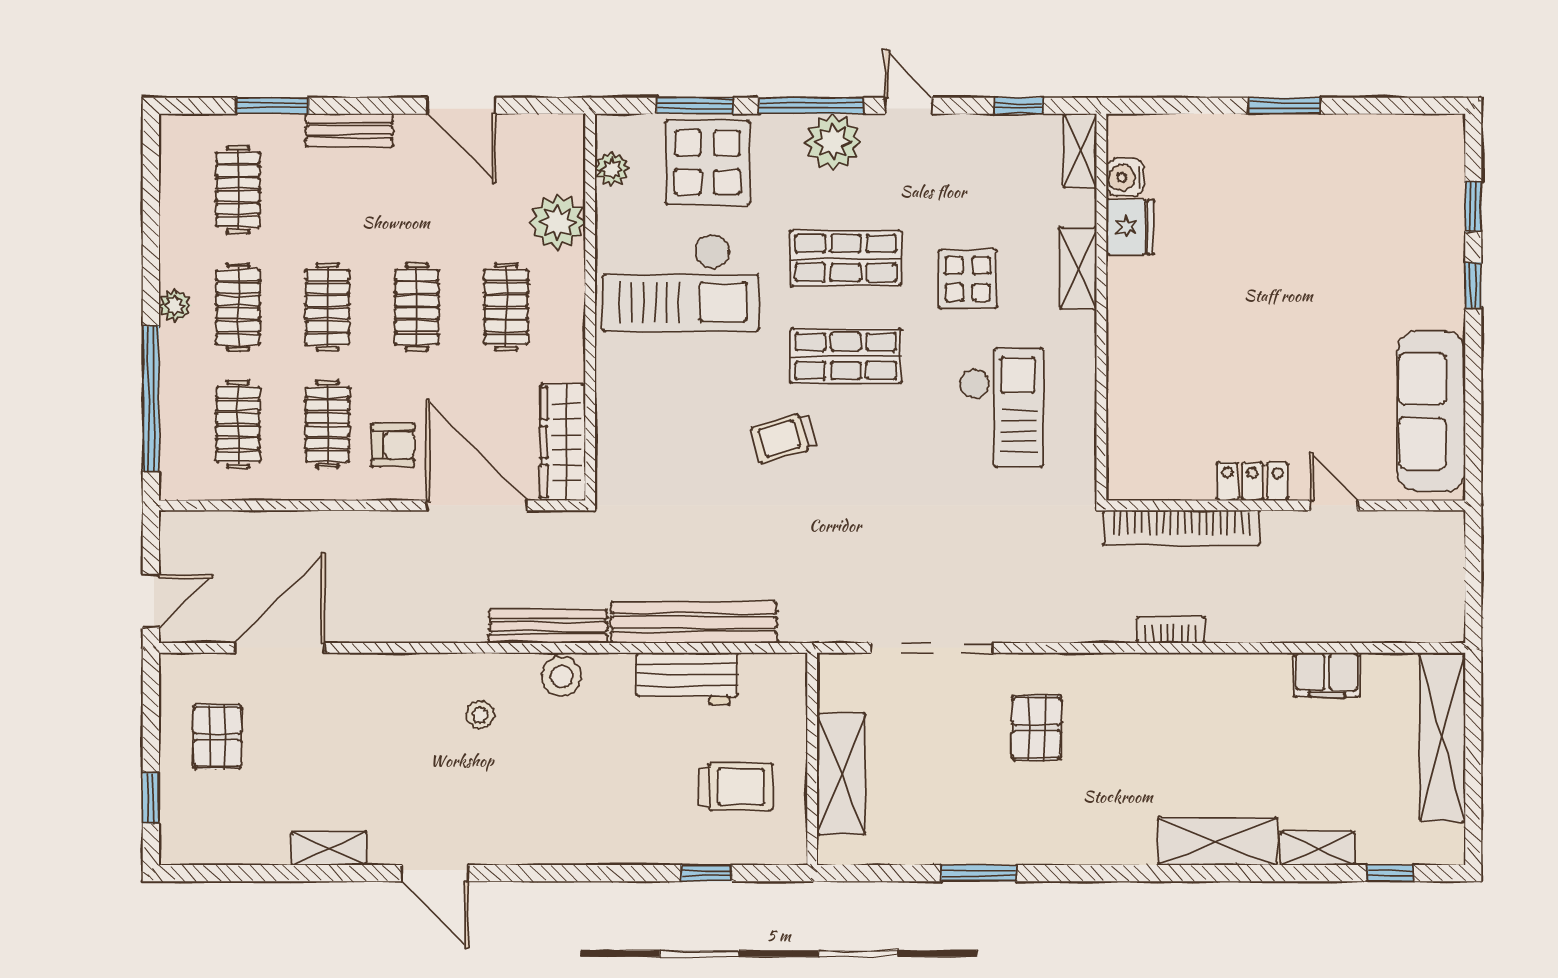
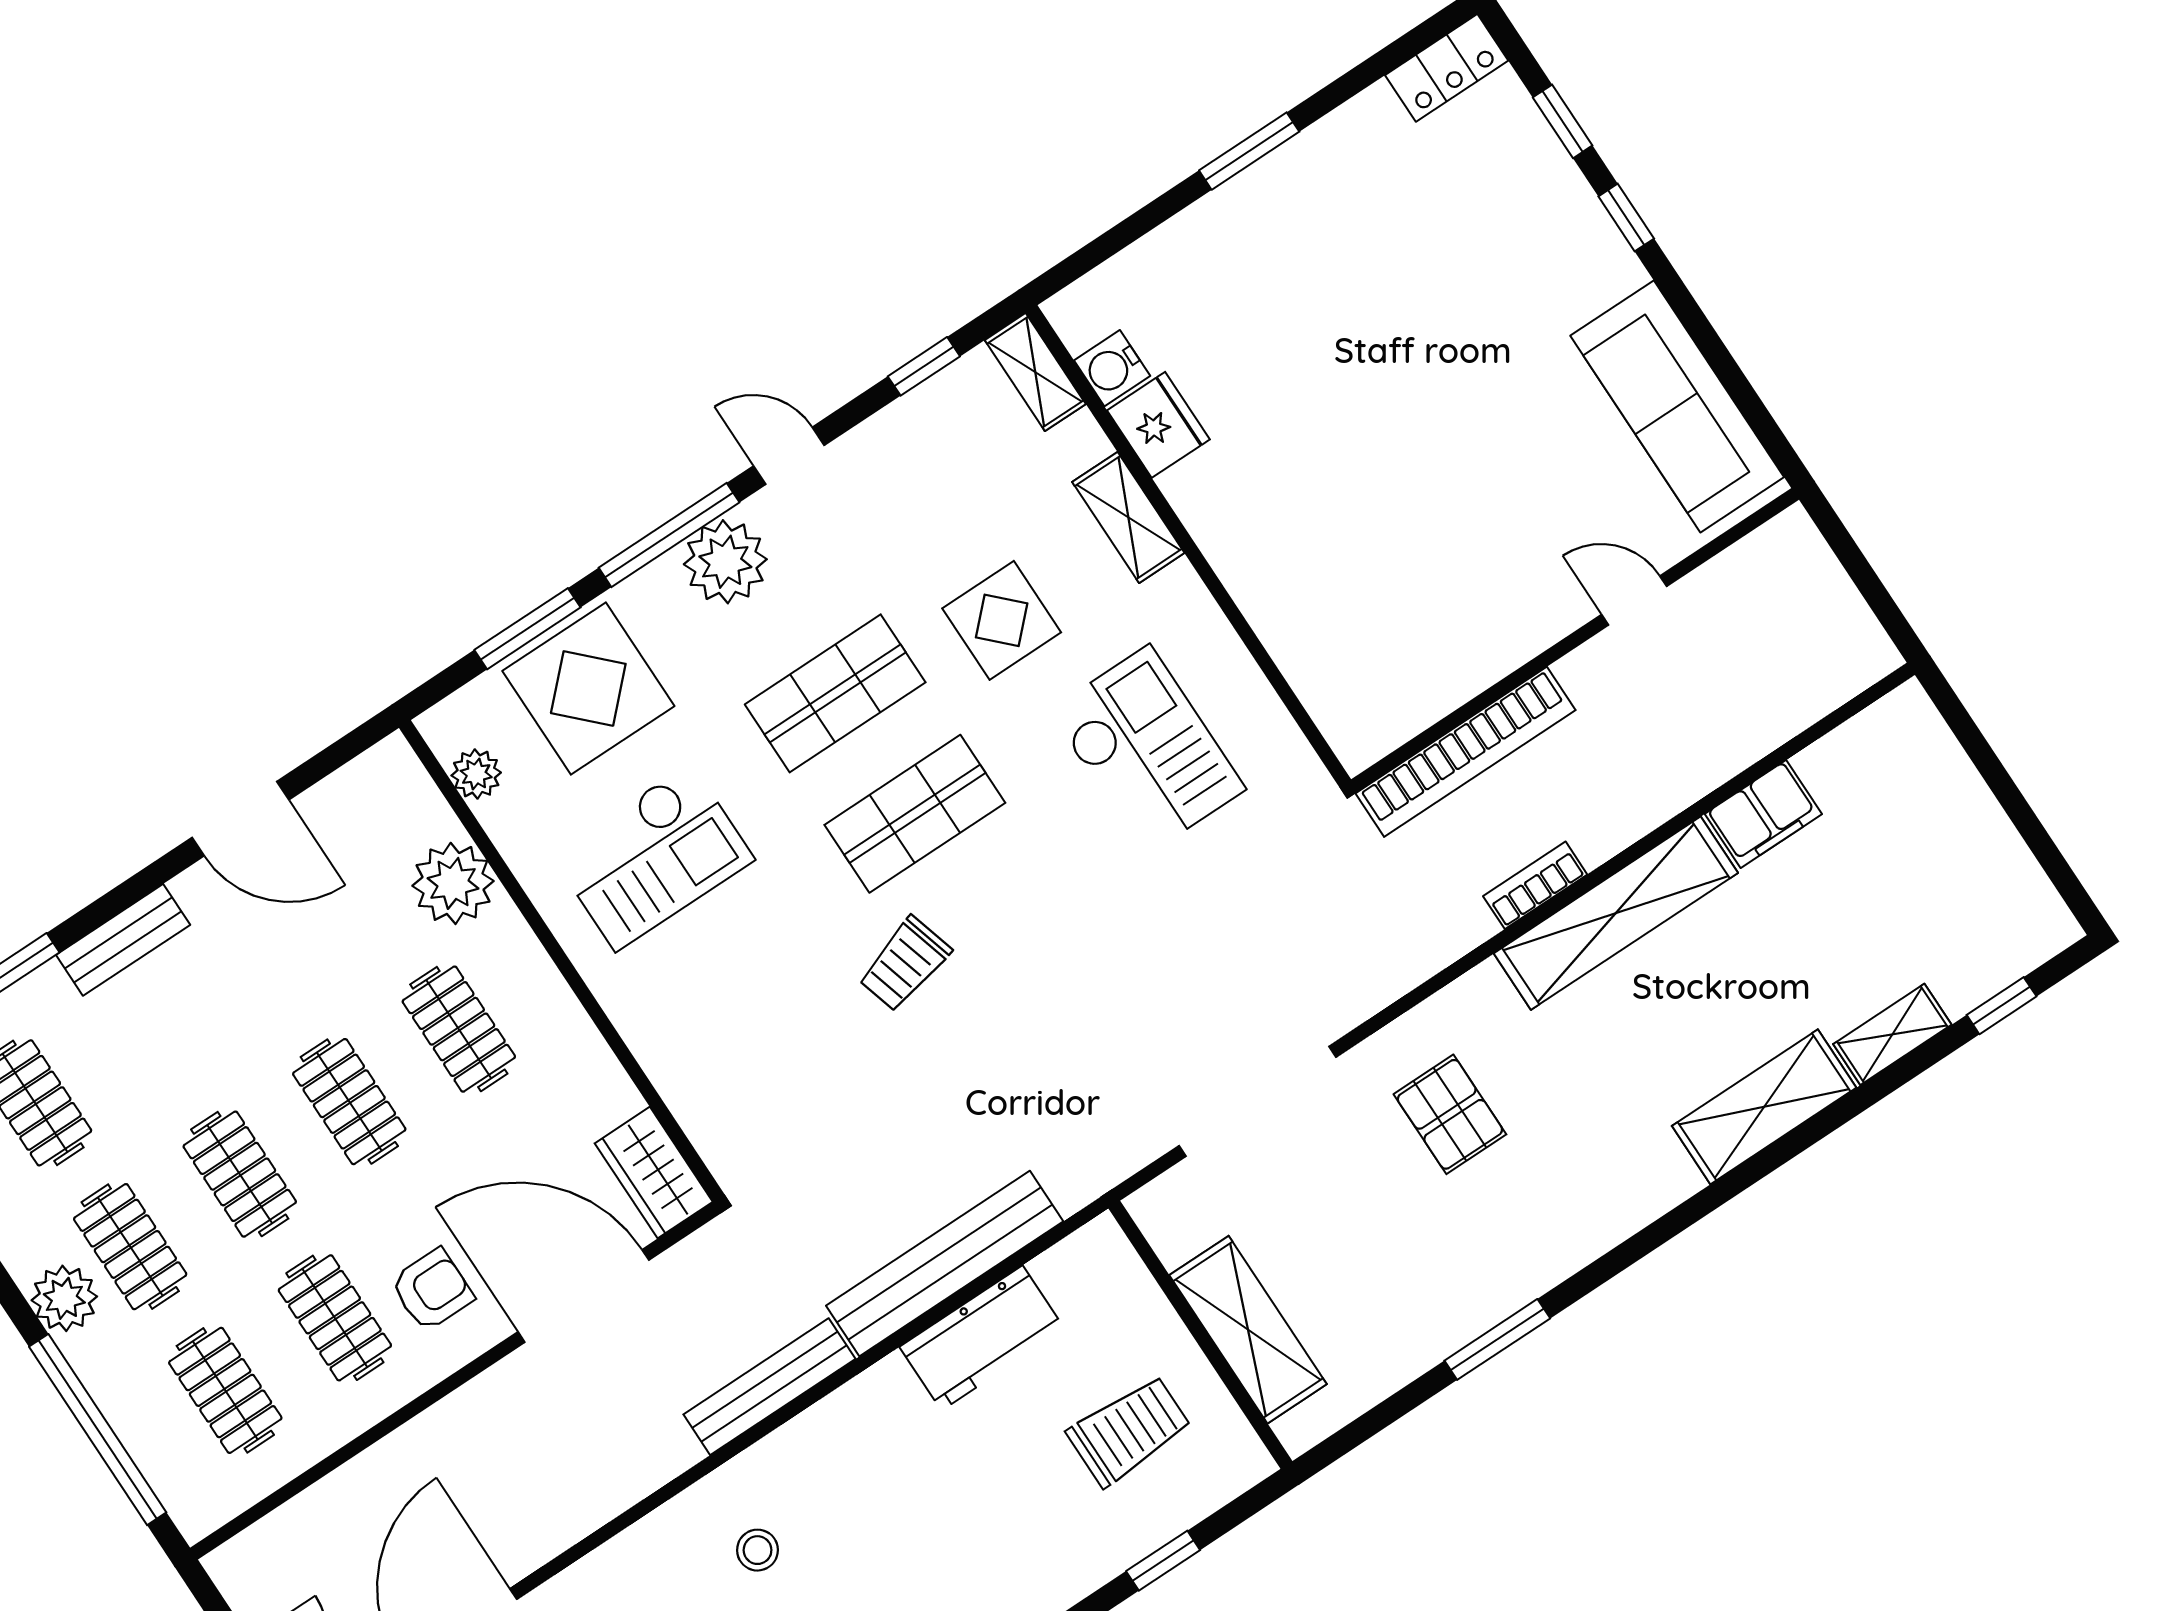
checkout: (681, 282) -> (653, 857), width x0.73, depth x0.83
plant: (175, 306) -> (64, 1298), width x1.38, depth x1.38
wardrobe: (563, 442) -> (654, 1173), width x0.67
locker: (1252, 481) -> (1447, 68), moved, turned 180
stool: (561, 676) -> (826, 1437), removed
shelving: (1442, 737) -> (1616, 913), moved, turned 90

